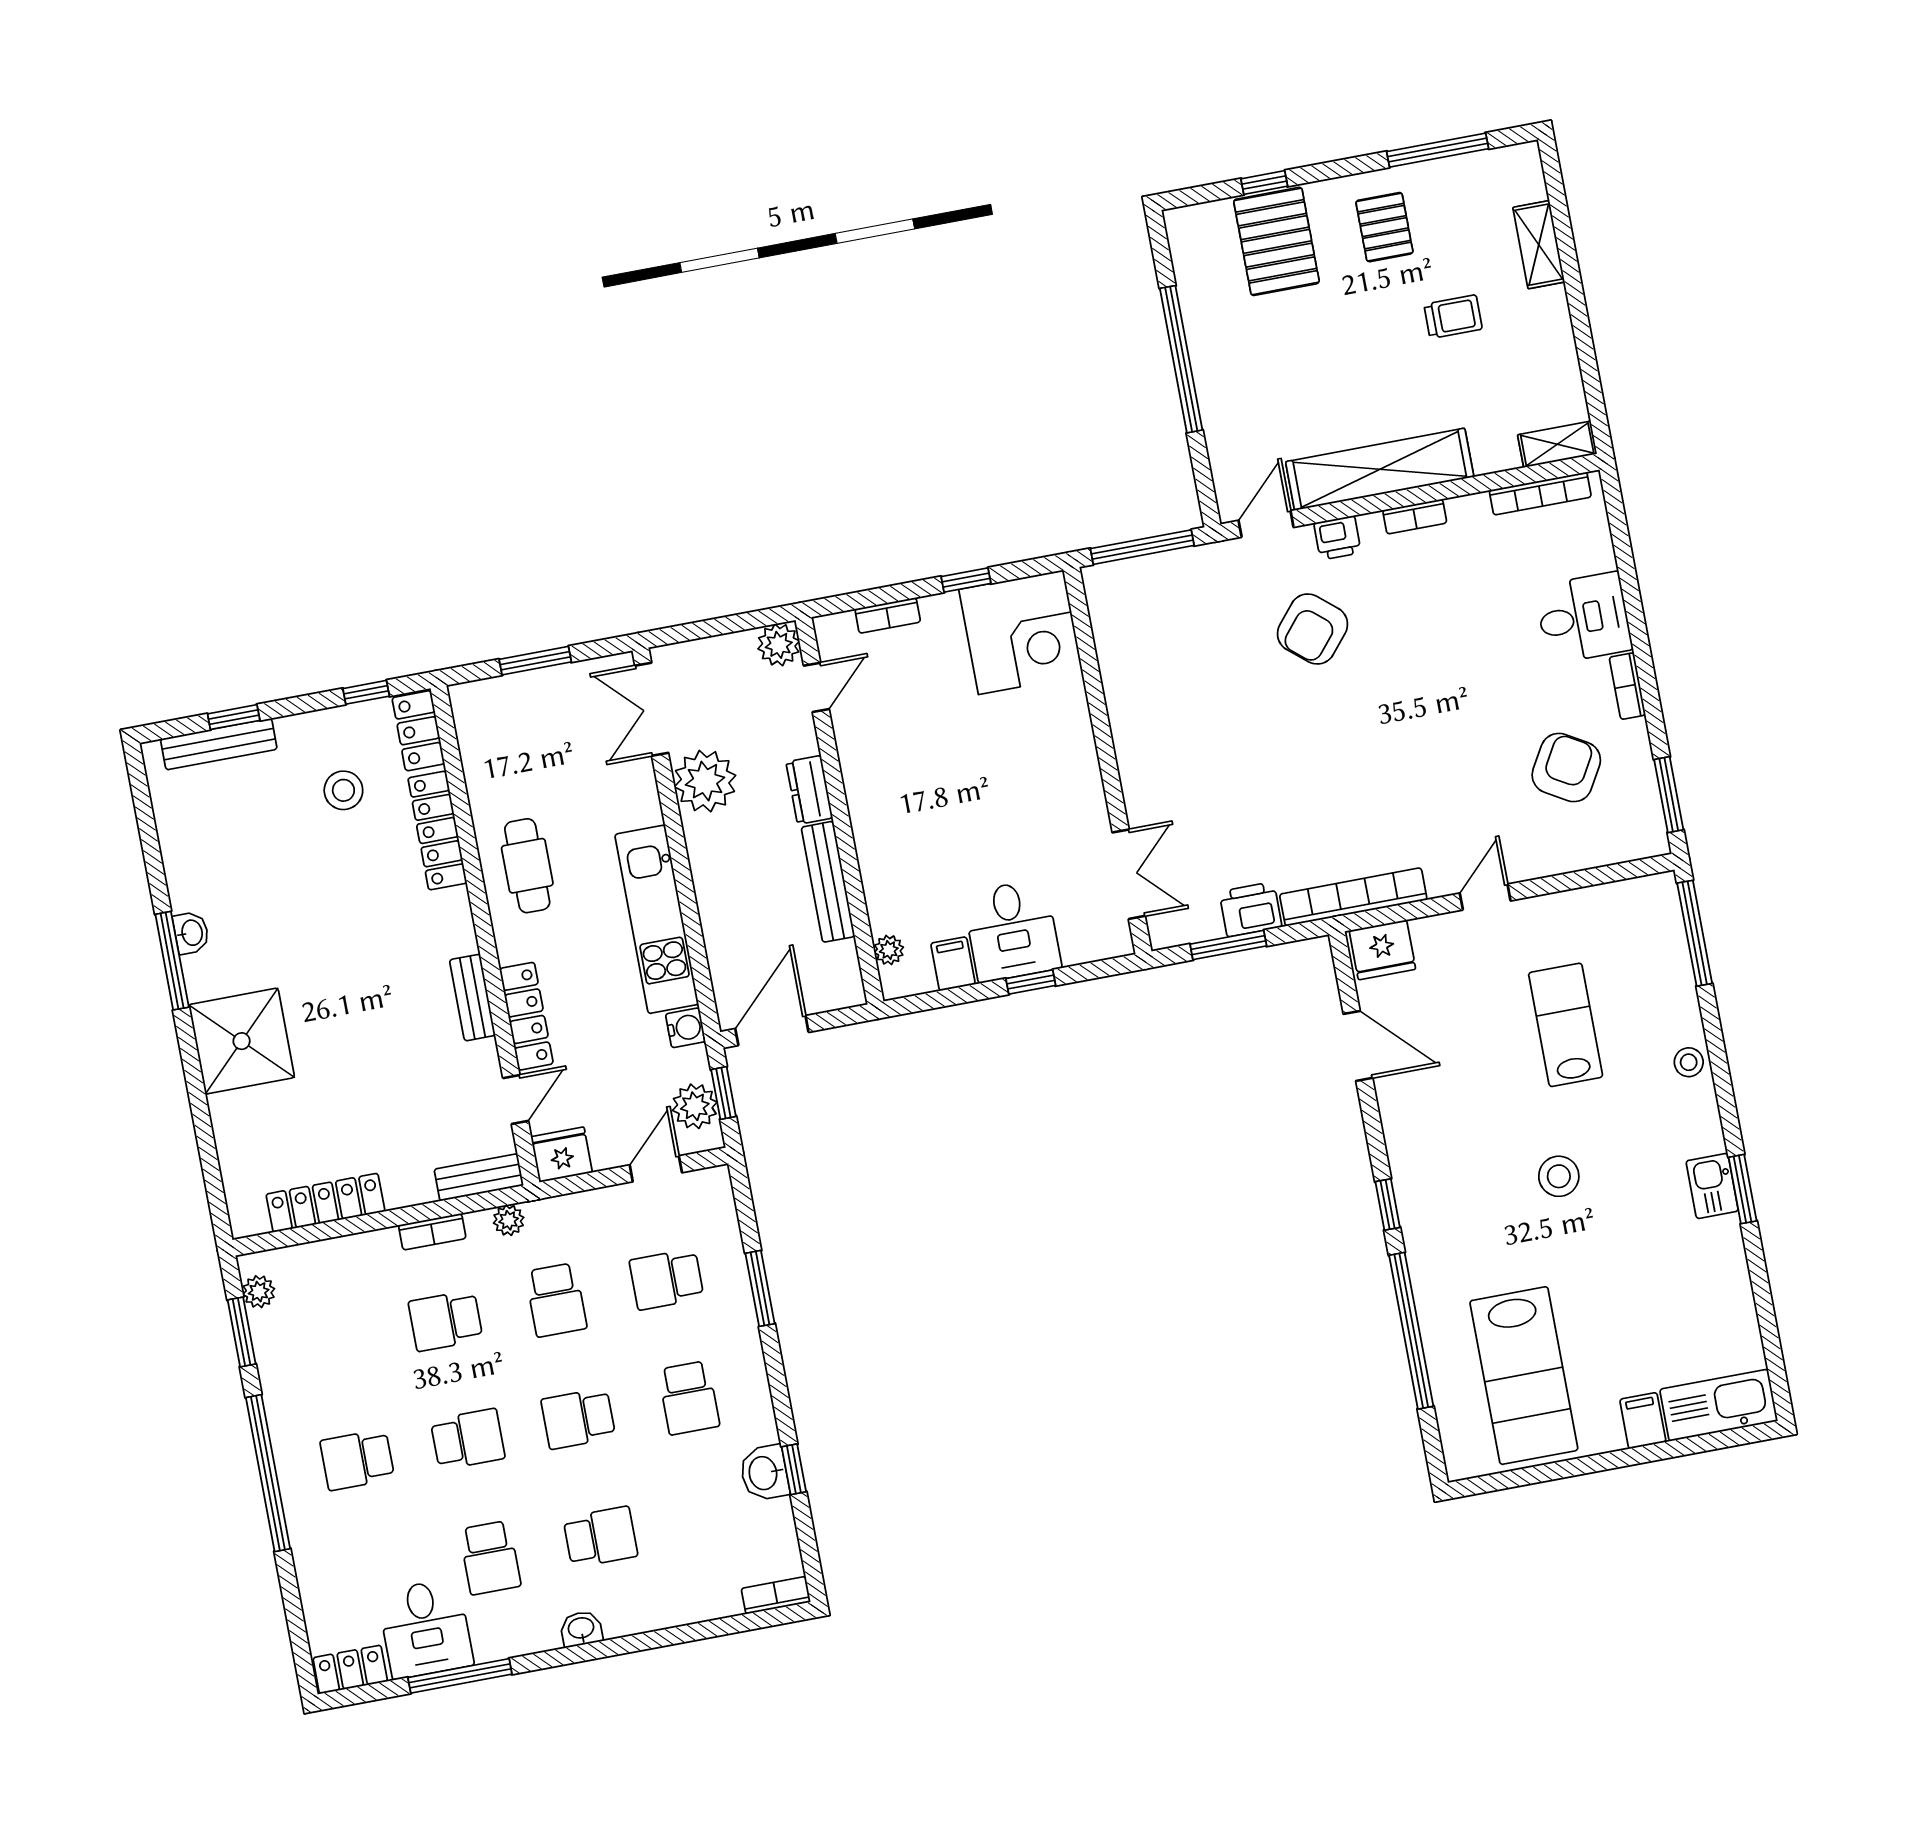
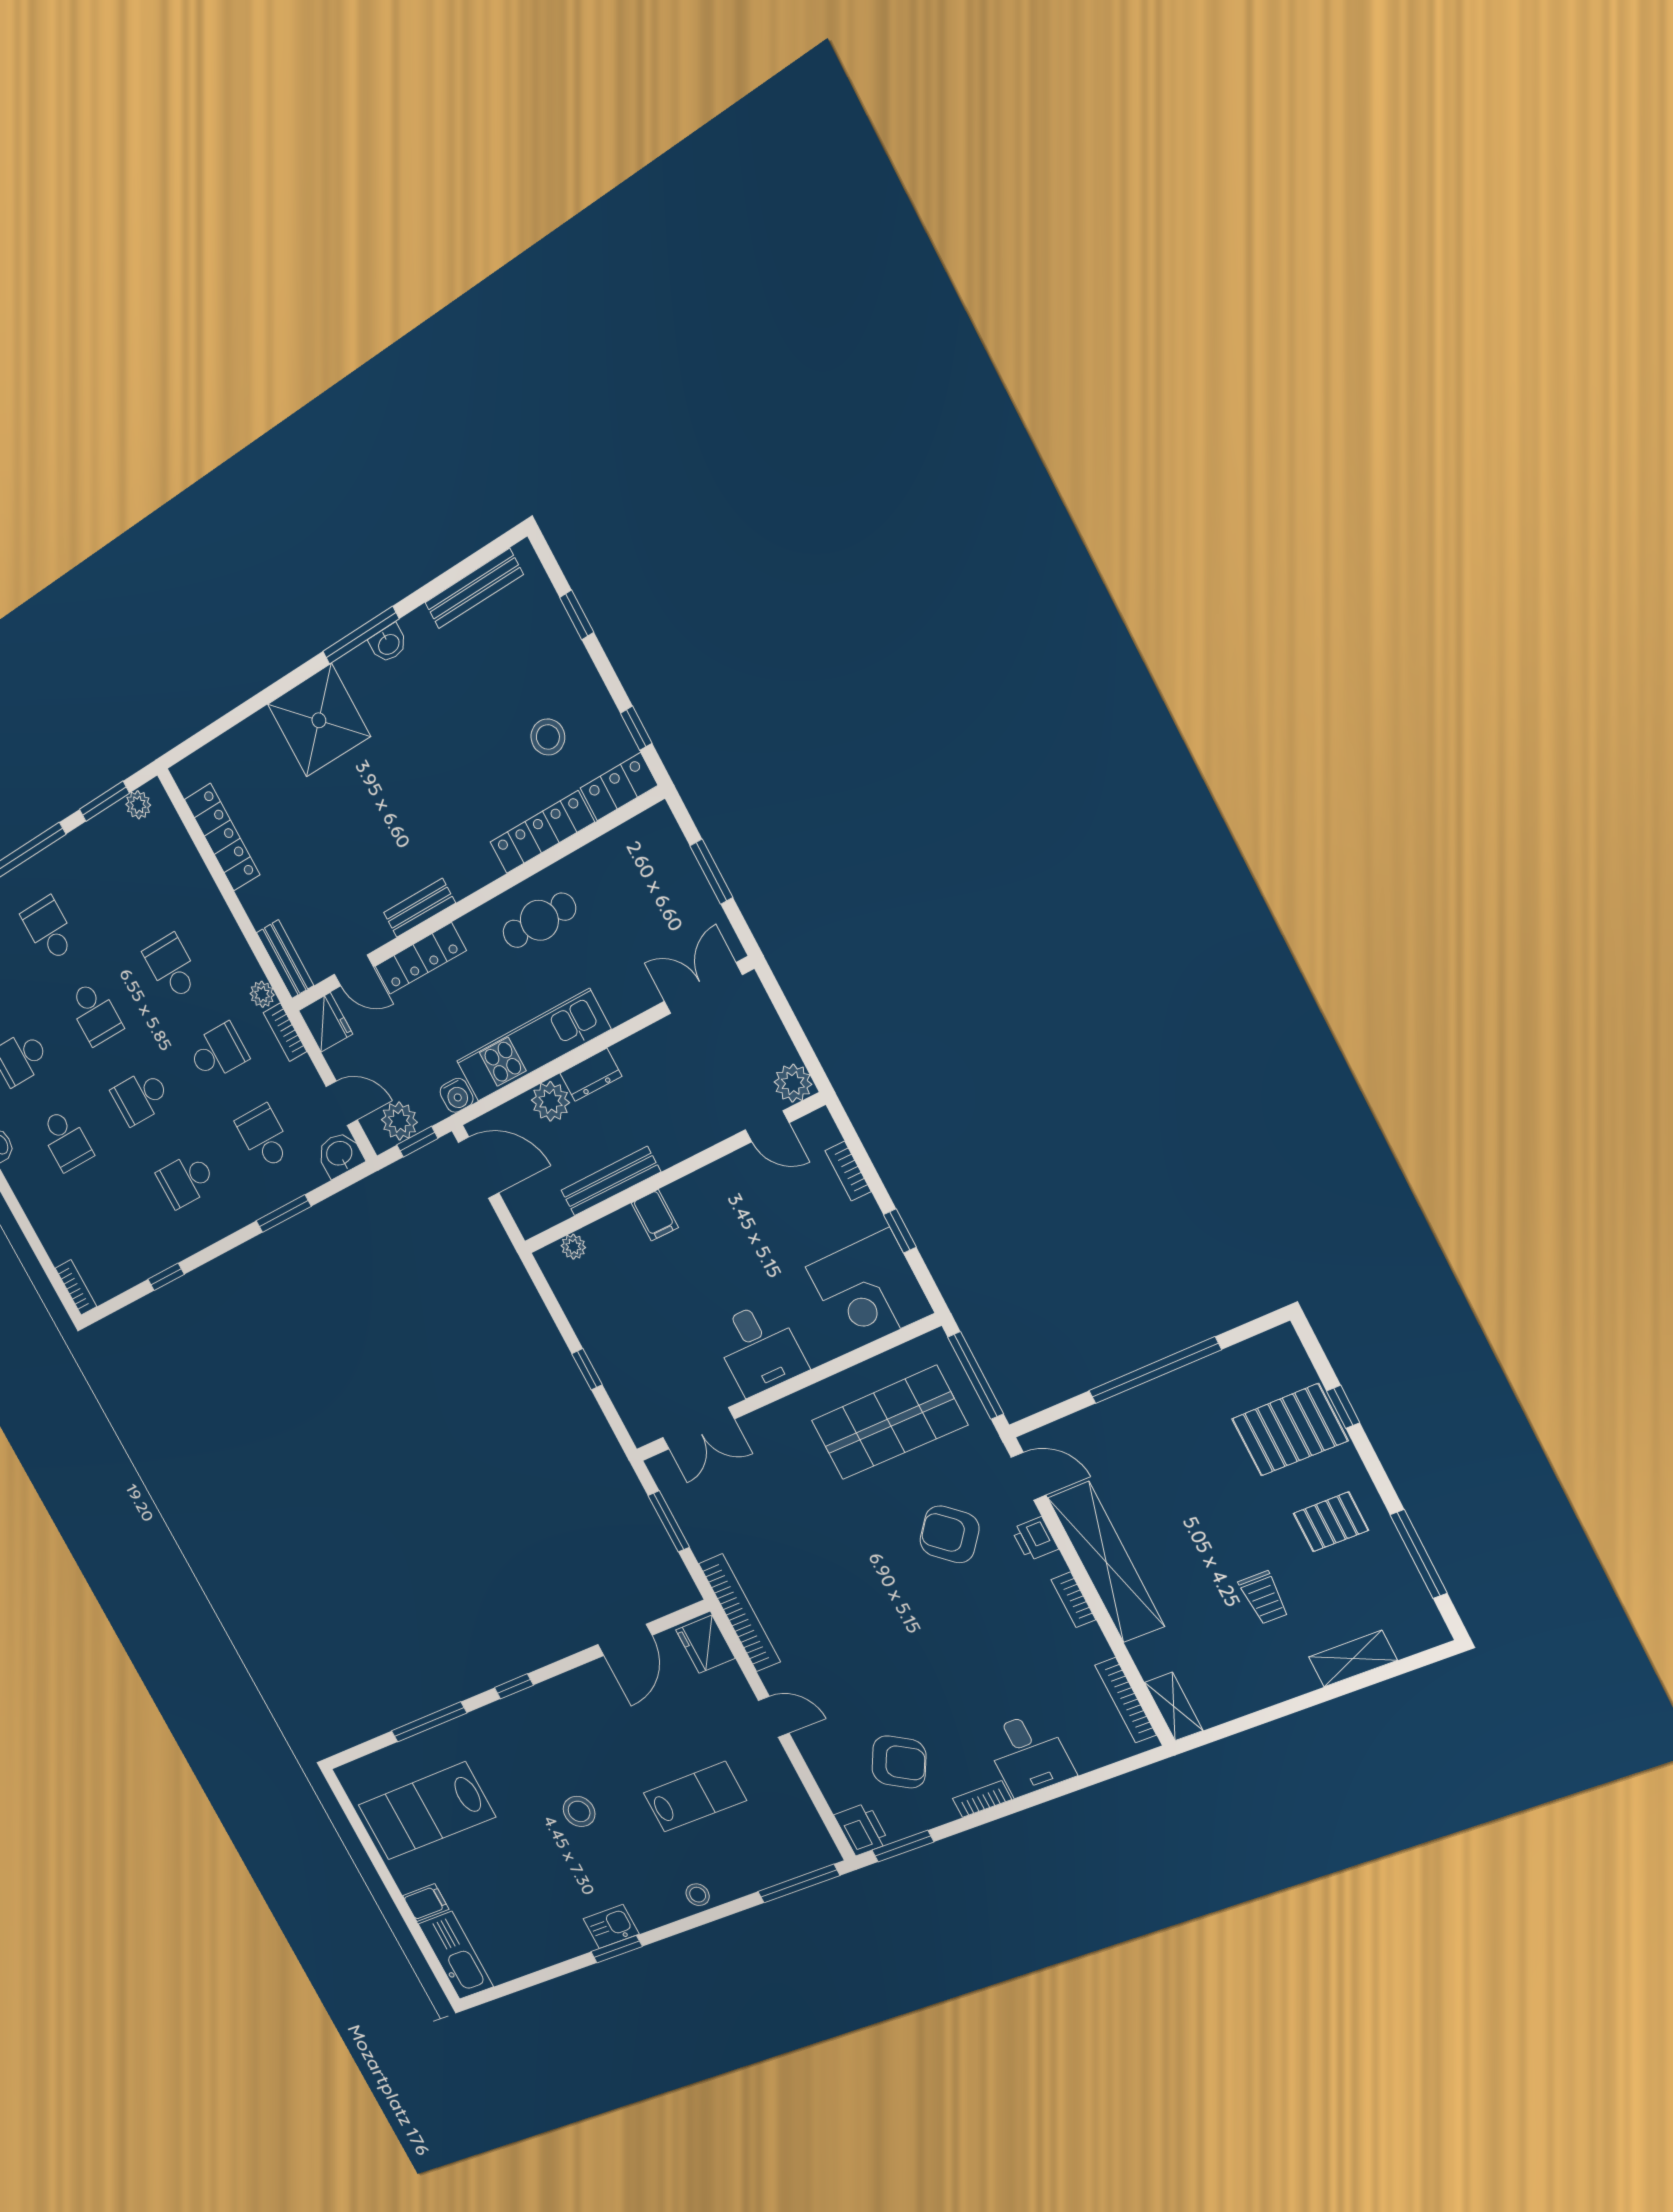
shop shelf: (1172, 657) -> (889, 1423), added
bench: (219, 744) -> (474, 589), moved, turned 90
plant: (705, 781) -> (550, 1101), moved, width x0.73, depth x0.73
dresser: (809, 790) -> (591, 1075), moved, turned 180
printer: (1250, 909) -> (862, 1829), moved
desk: (1012, 931) -> (759, 1348), moved, turned -90
filing cabinet: (953, 964) -> (655, 1215), moved, turned 90
bookcase: (432, 1232) -> (285, 1032), moved
school desk: (556, 1300) -> (218, 1052), turned 180
window: (1411, 1331) -> (429, 1722), width x0.68
school desk: (578, 1419) -> (141, 1097), turned -90
washbasin: (764, 1473) -> (340, 1154), moved

